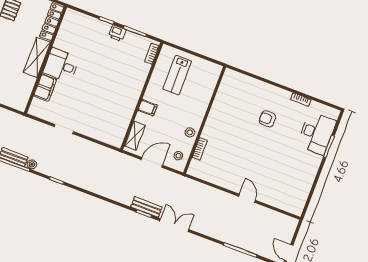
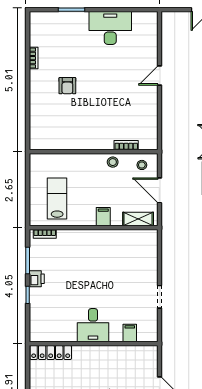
shelving: (37, 57) -> (94, 354), removed
lab bench: (177, 75) -> (57, 198), turned -90
filing cabinet: (45, 88) -> (130, 333), width x0.50
desk: (317, 133) -> (110, 28), moved

